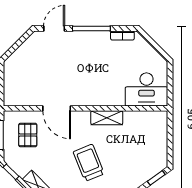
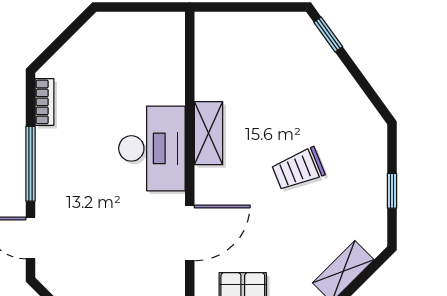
desk: (146, 89) -> (152, 148), moved
trolley: (89, 163) -> (298, 169), width x0.73, depth x0.72

